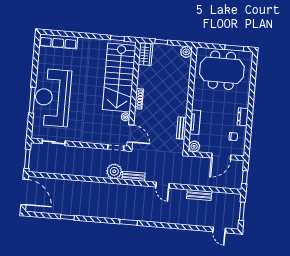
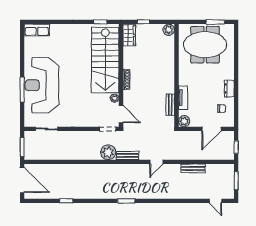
row of seats: (58, 41) -> (37, 30), width x0.68
door: (162, 185) -> (156, 162), hinge flipped

